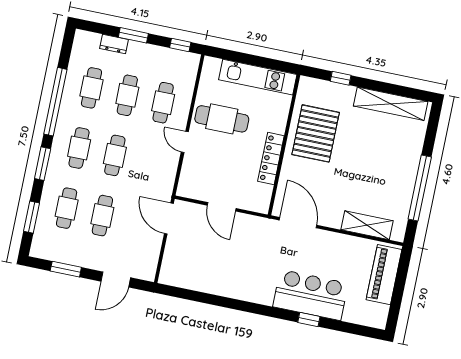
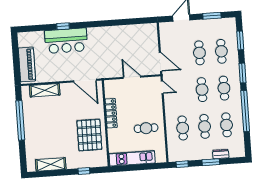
shelving: (391, 104) -> (51, 164), width x0.68
cafe table: (222, 119) -> (146, 128), width x0.73, depth x0.74
door: (185, 142) -> (162, 87), moved

